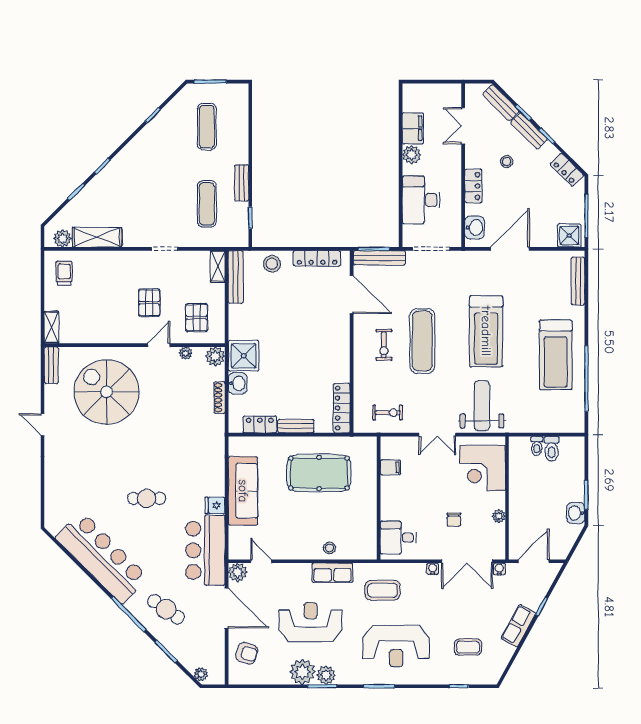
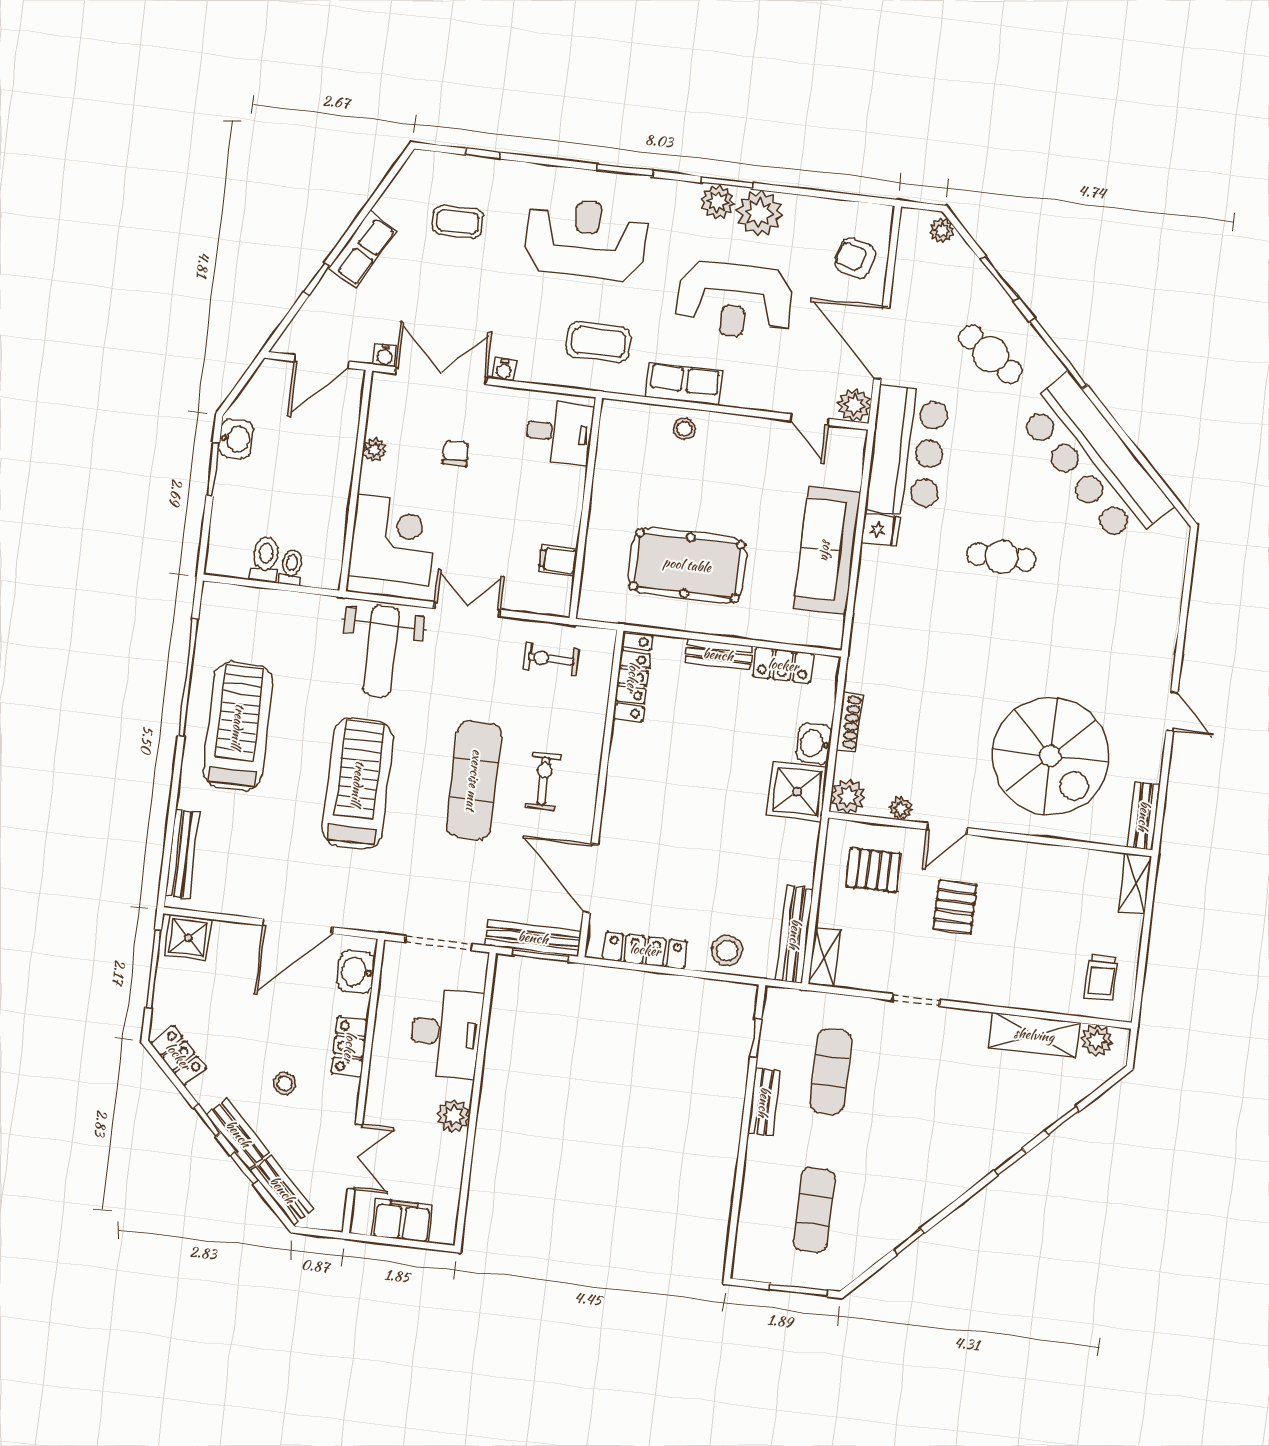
filing cabinet: (413, 128) -> (402, 1220), moved, turned 90
pallet: (197, 318) -> (873, 870), turned 90

